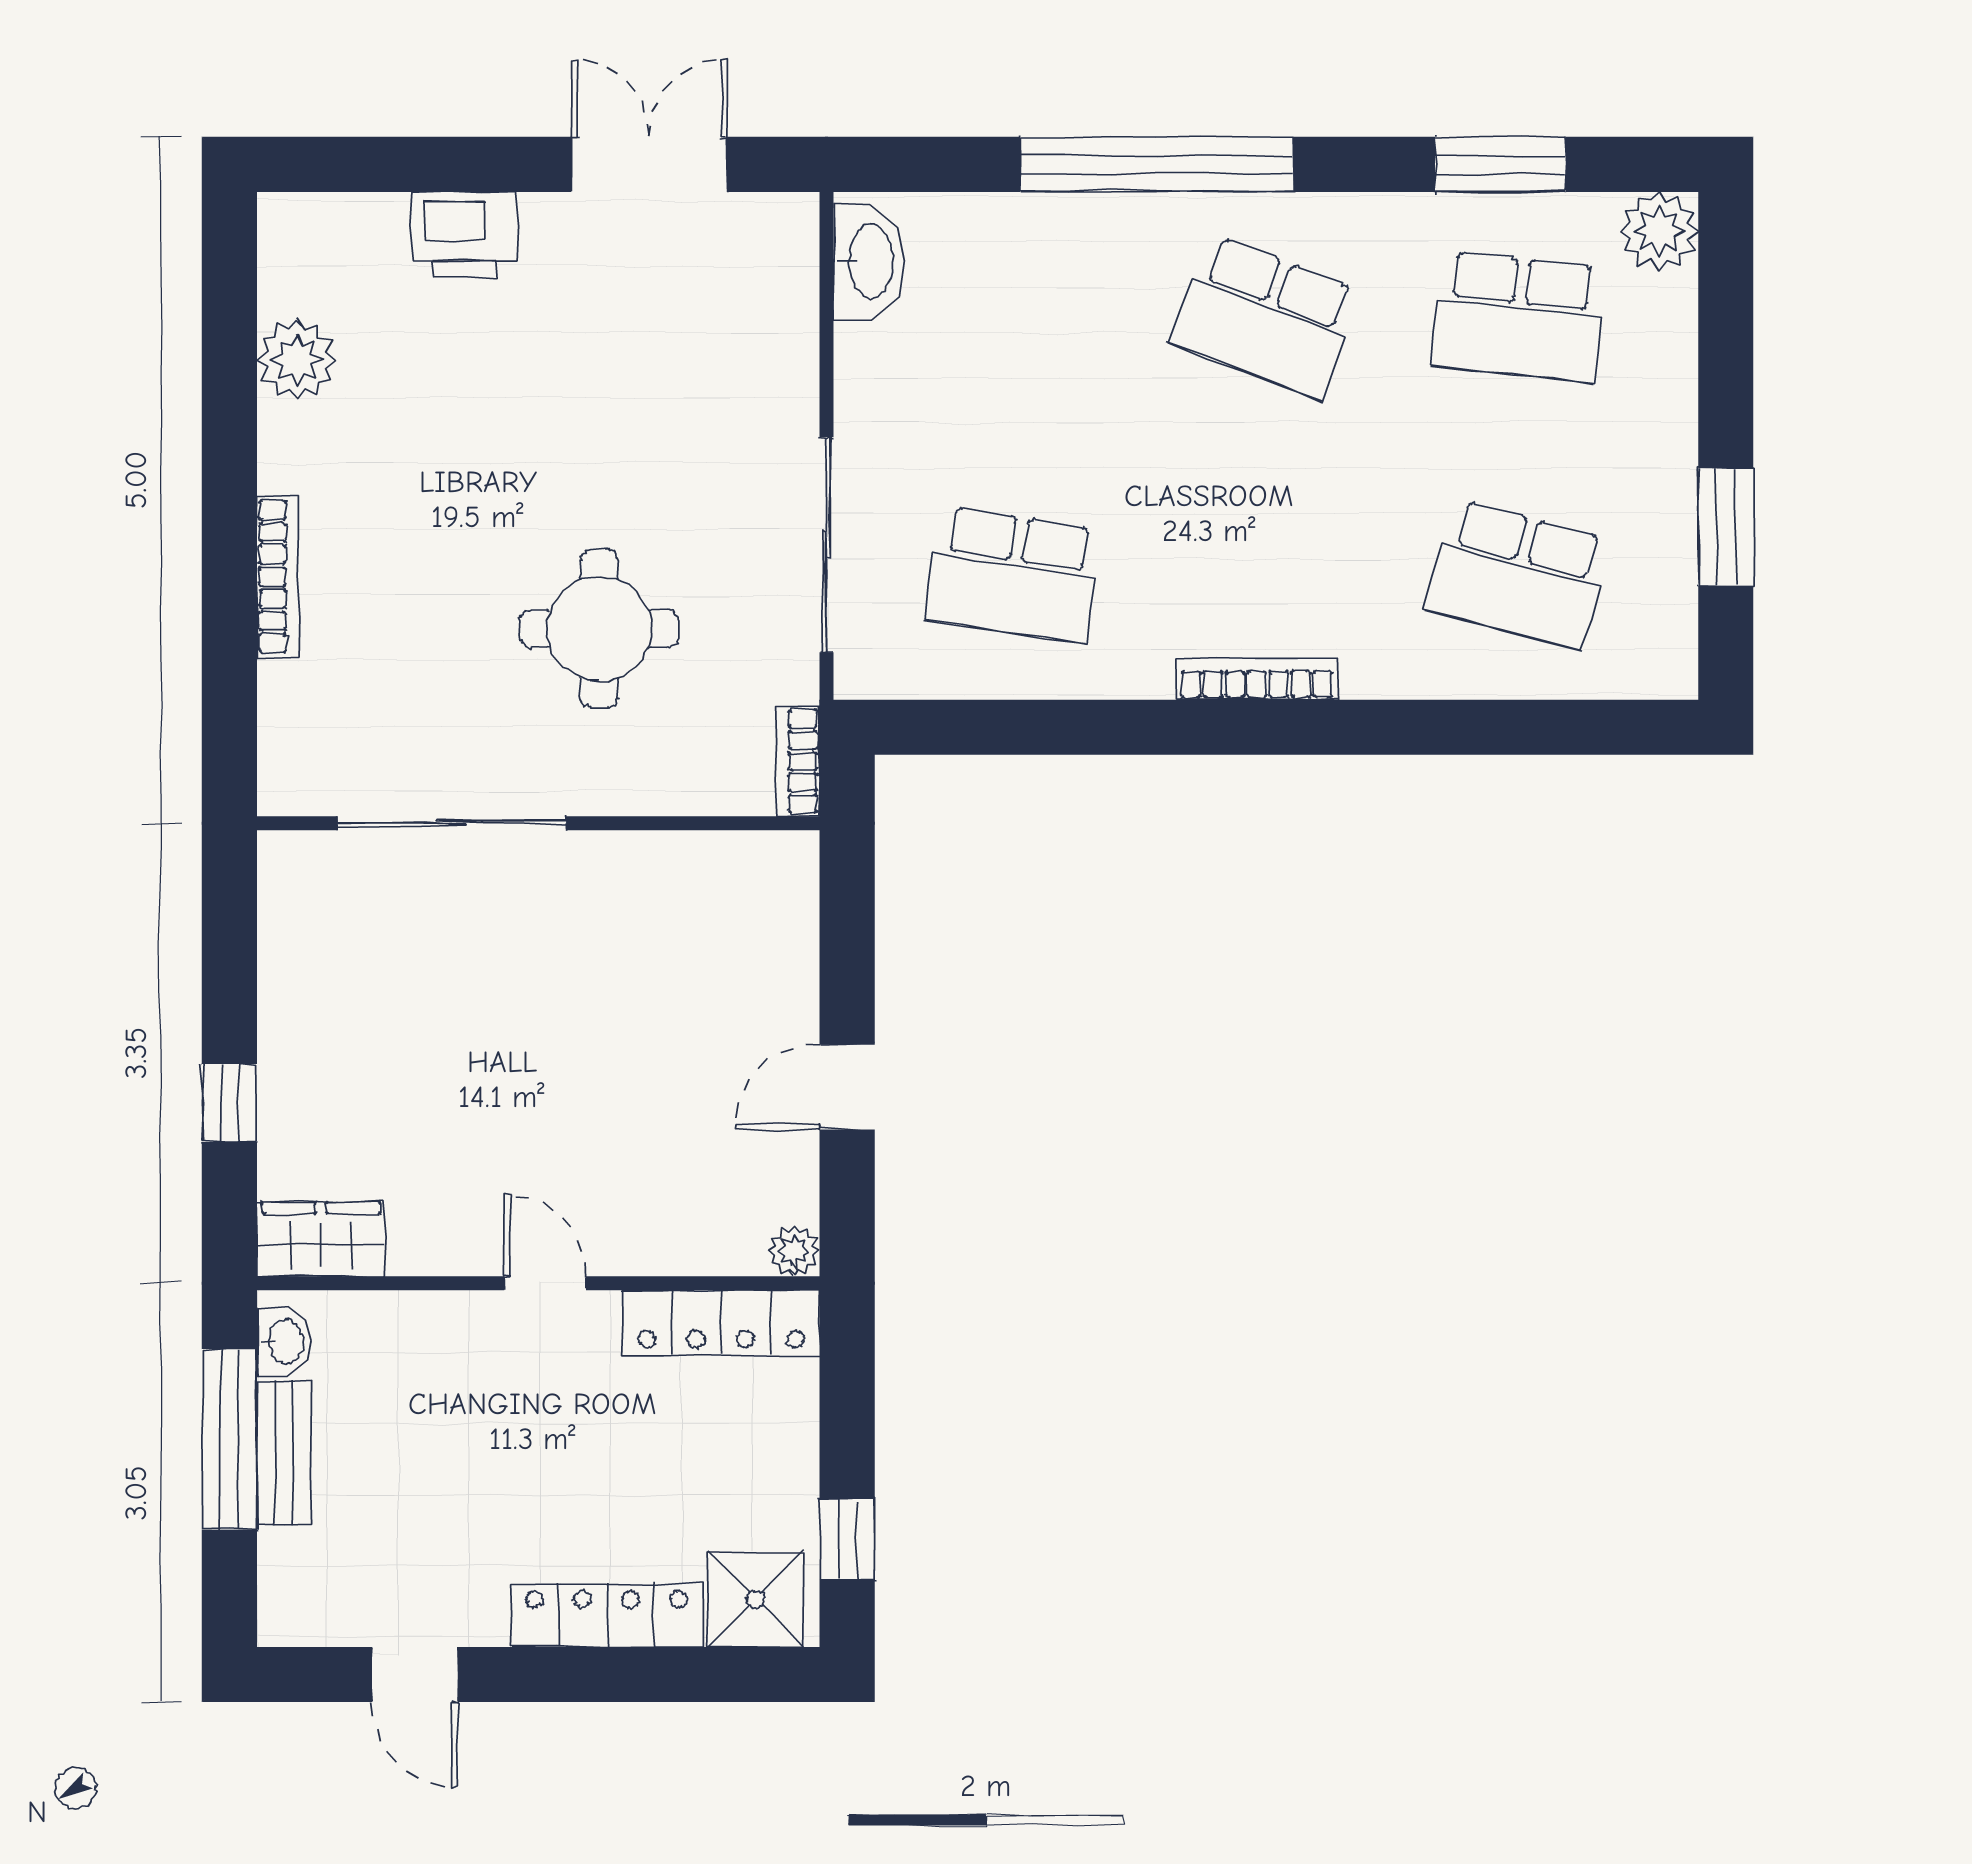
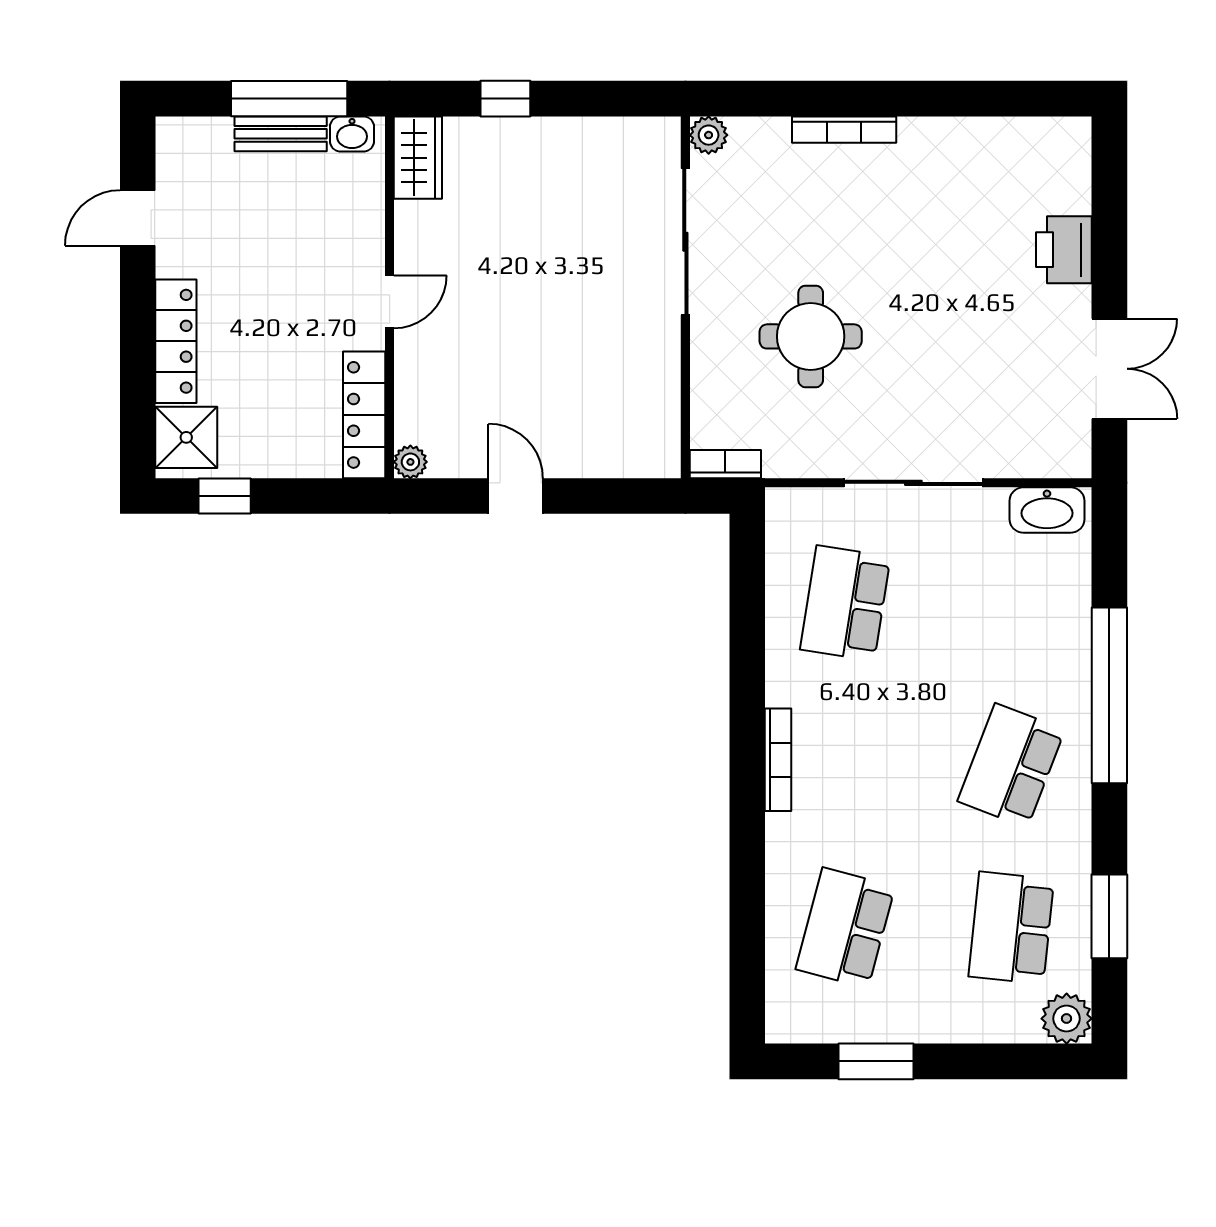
plant: (297, 360) -> (709, 135), moved, width x0.73, depth x0.73
sliding door: (827, 545) -> (913, 483), moved

